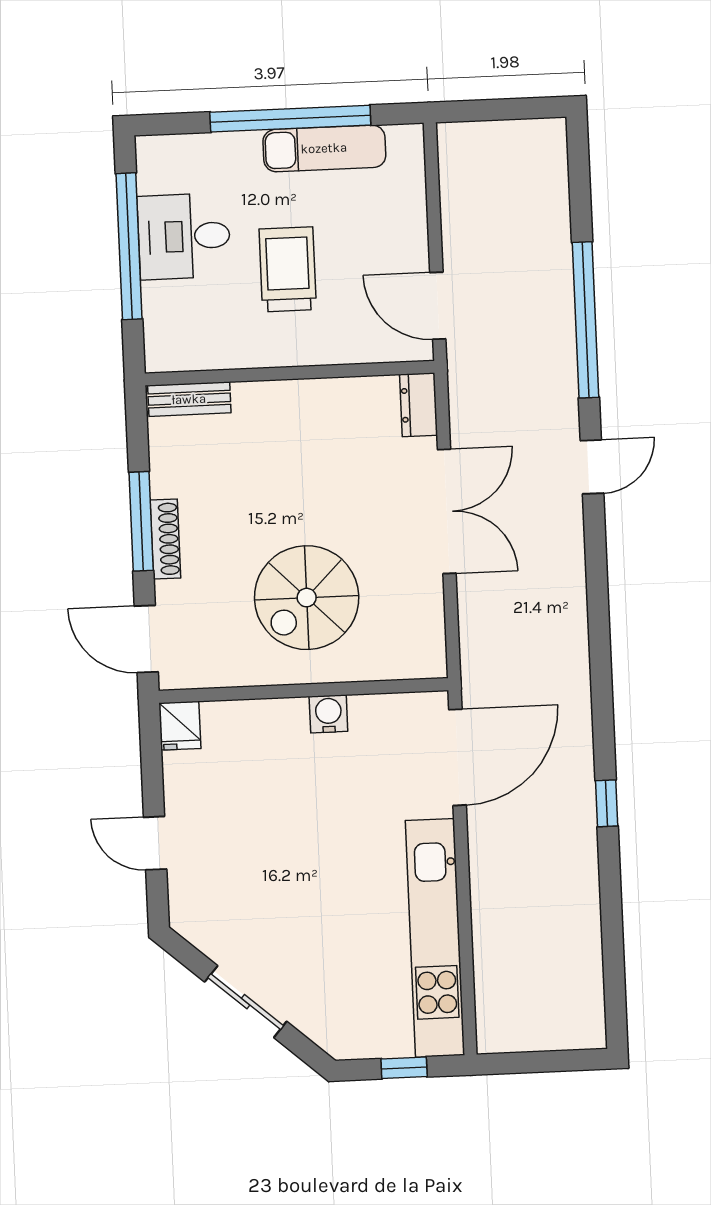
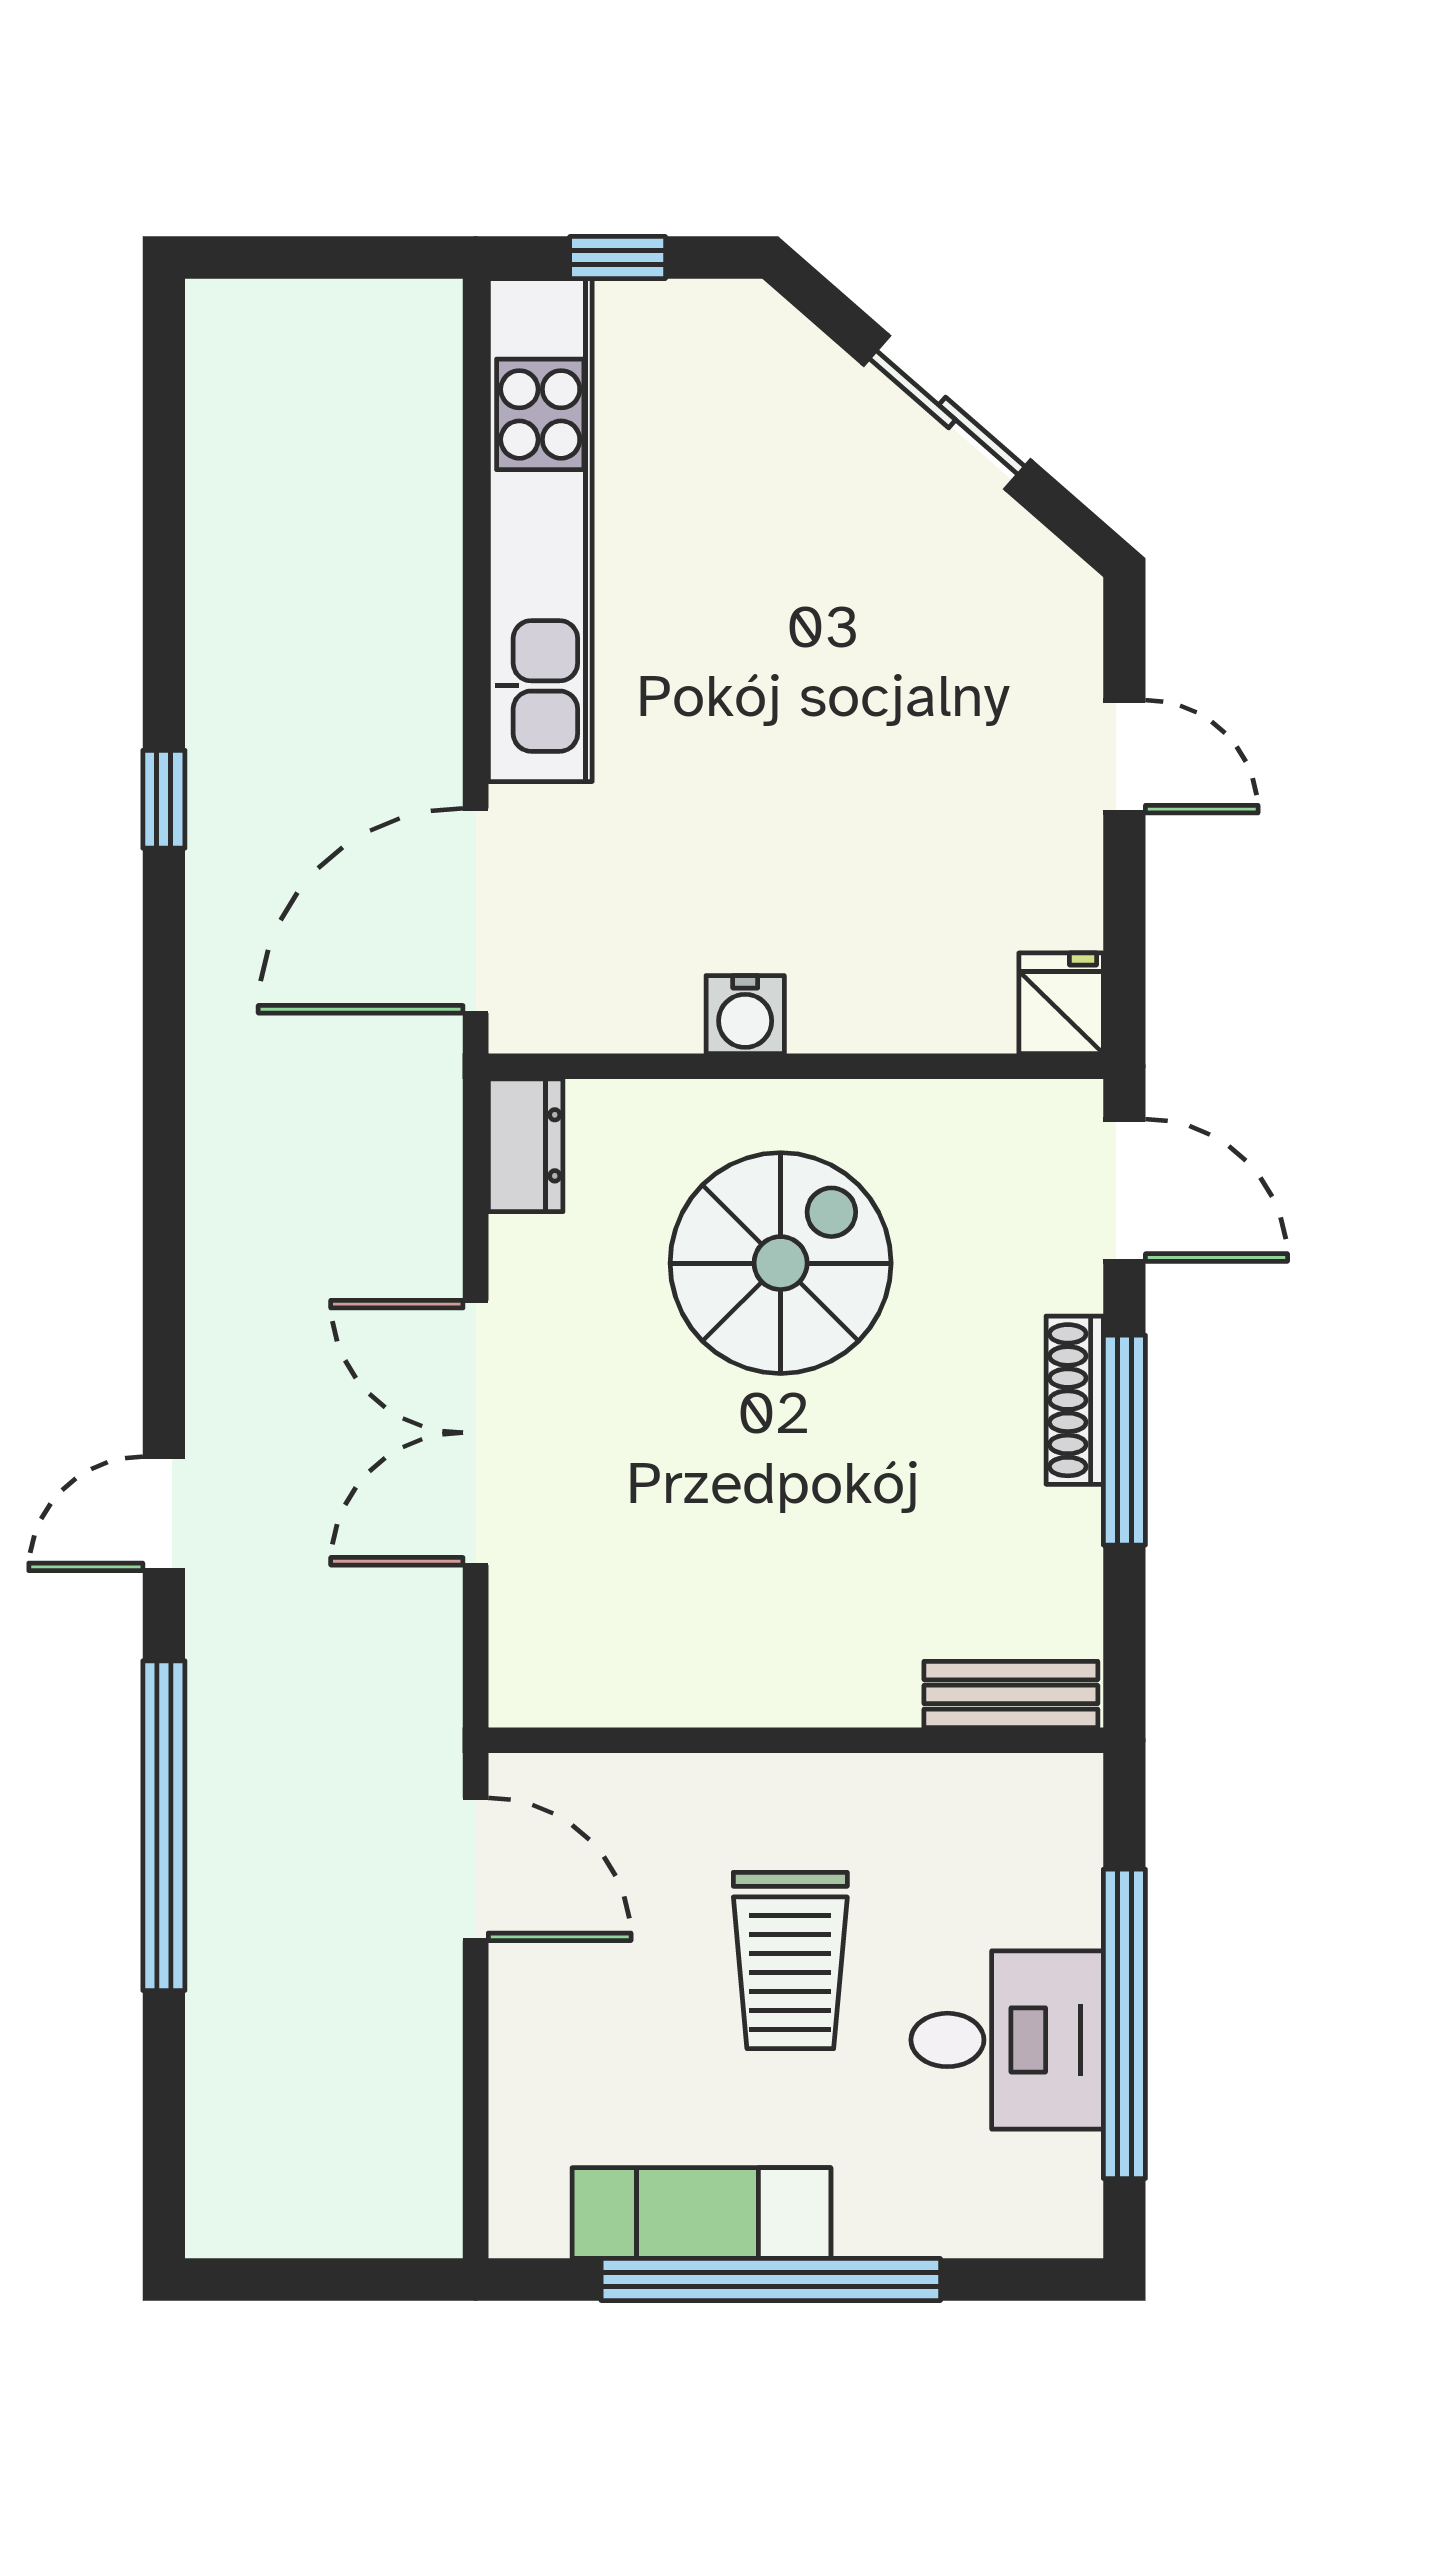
dresser: (419, 405) -> (526, 1145), moved

